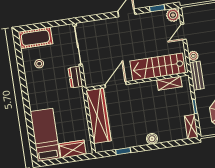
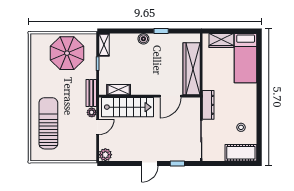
window: (157, 8) -> (177, 164), moved
door: (183, 32) -> (98, 127), moved
dresser: (75, 77) -> (208, 105), width x1.44
window: (123, 151) -> (161, 31), moved

